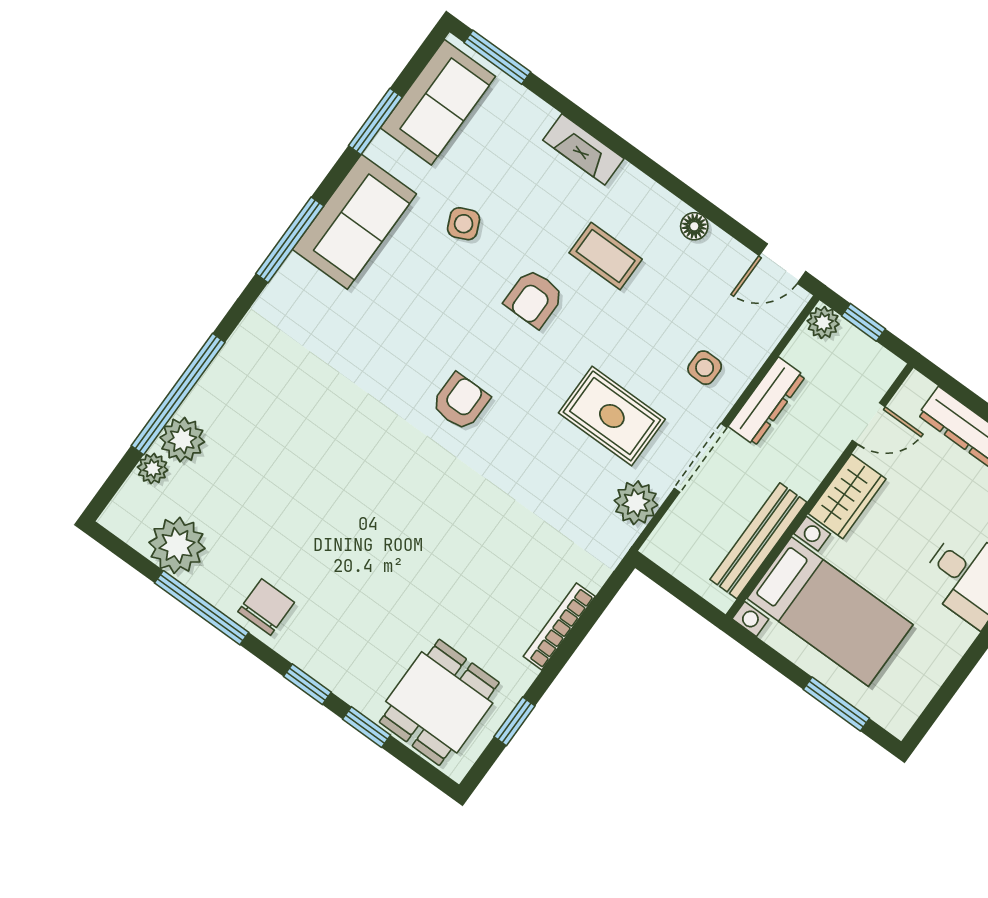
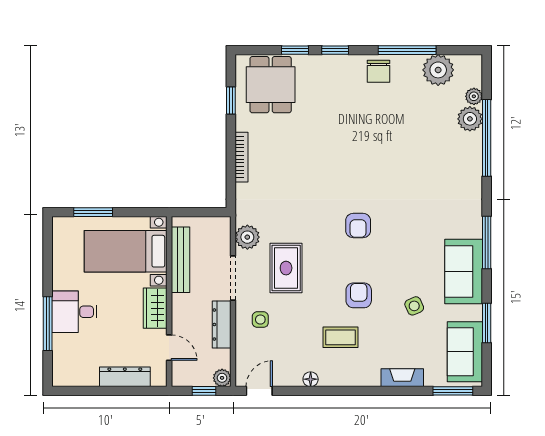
fireplace: (583, 149) -> (402, 378), moved
rug: (612, 416) -> (286, 268), turned 90
door: (869, 423) -> (169, 348), swing flipped

